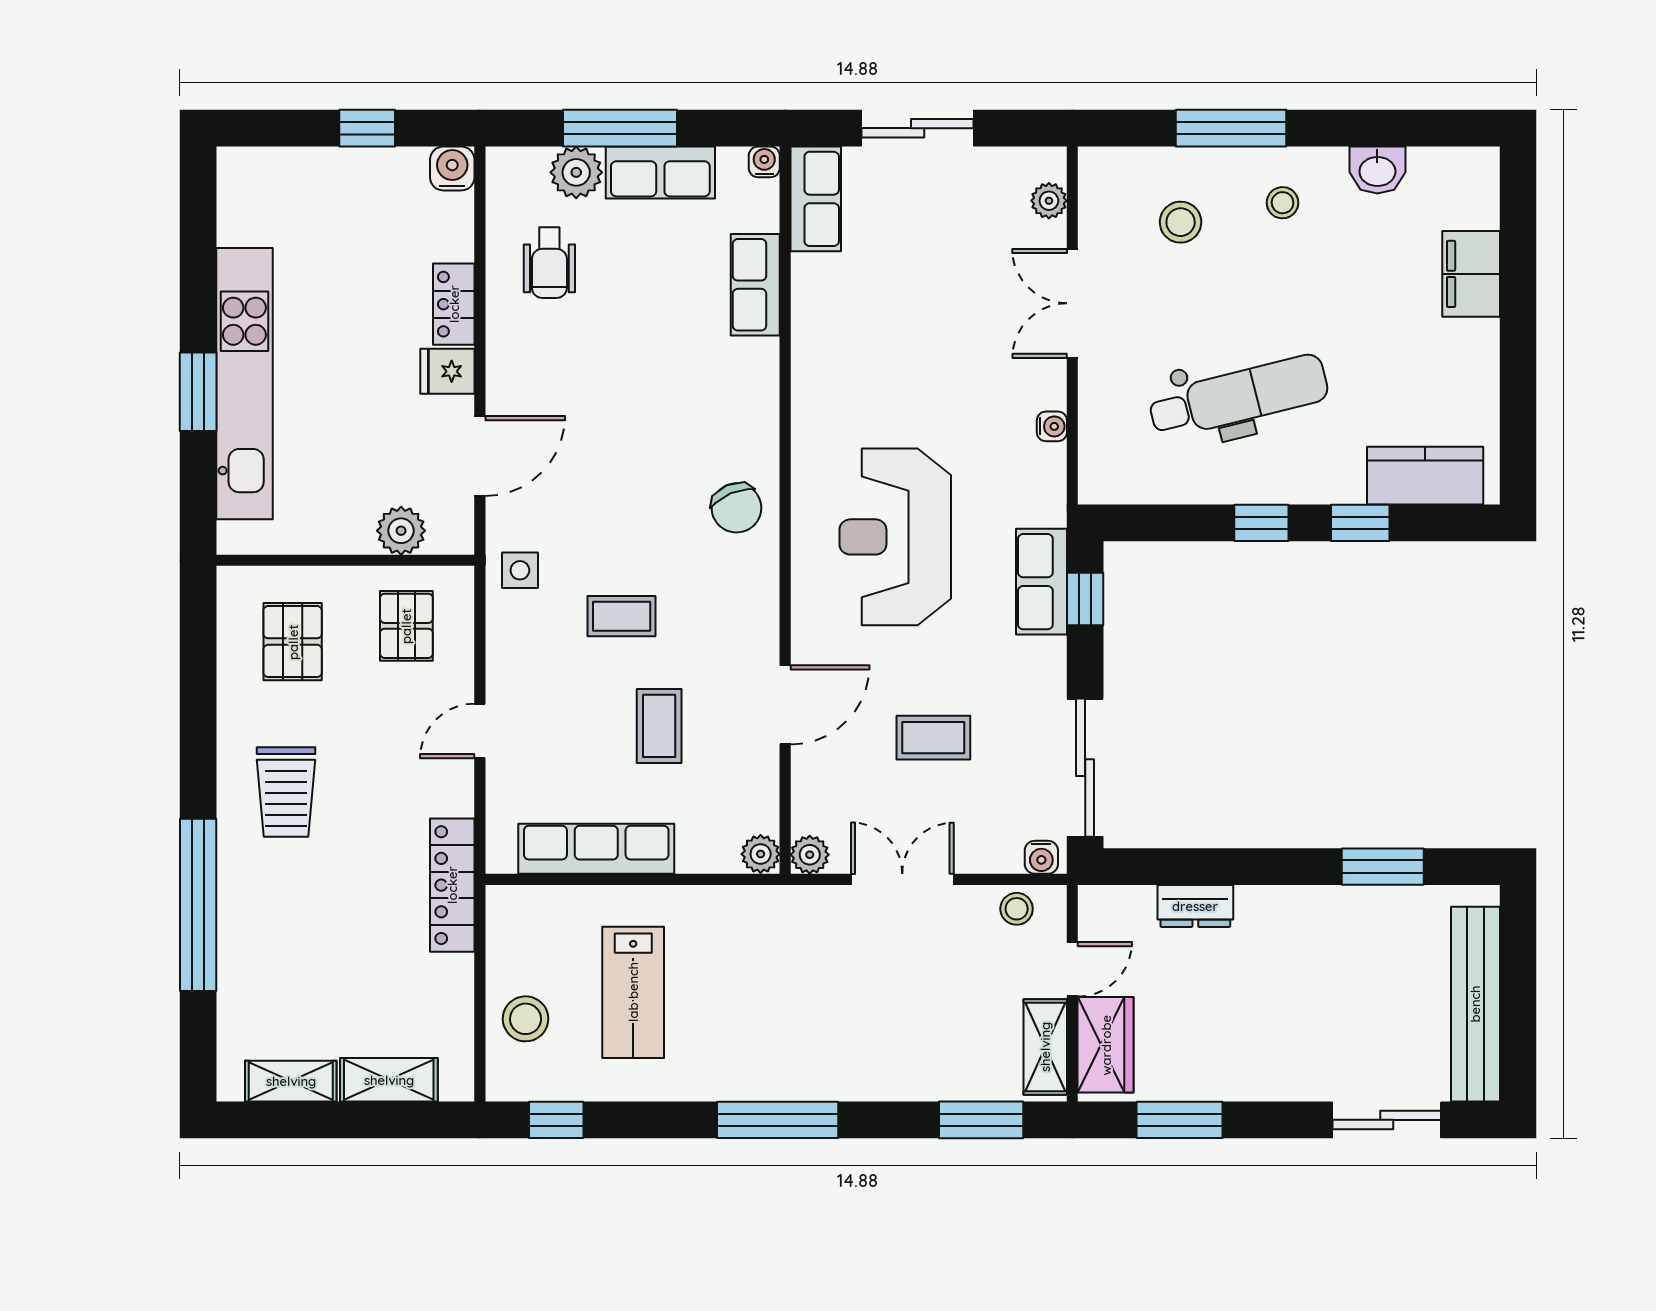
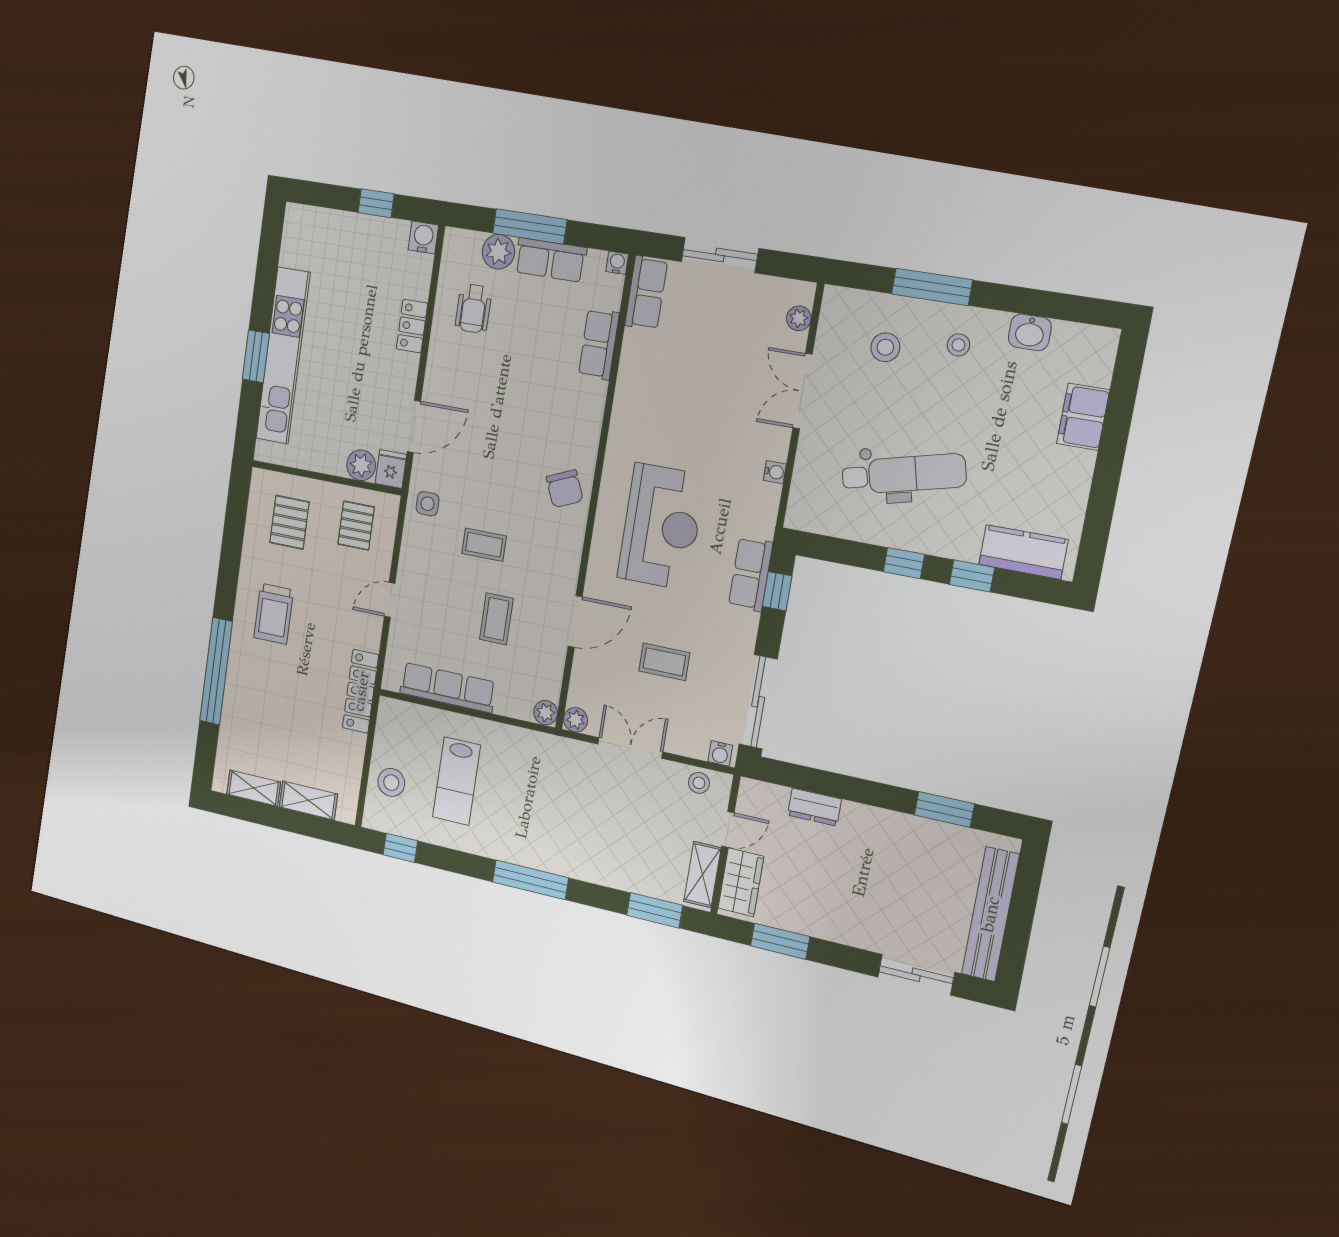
fridge: (447, 371) -> (391, 469), moved, turned 90
reception desk: (895, 537) -> (661, 527), turned 180

